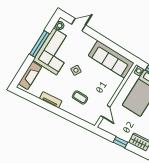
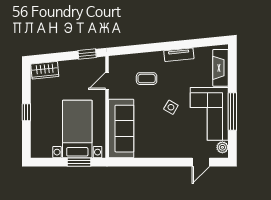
sofa: (111, 59) -> (121, 129), moved, turned 90
door: (105, 111) -> (107, 81), hinge flipped
window: (120, 142) -> (87, 54), moved

